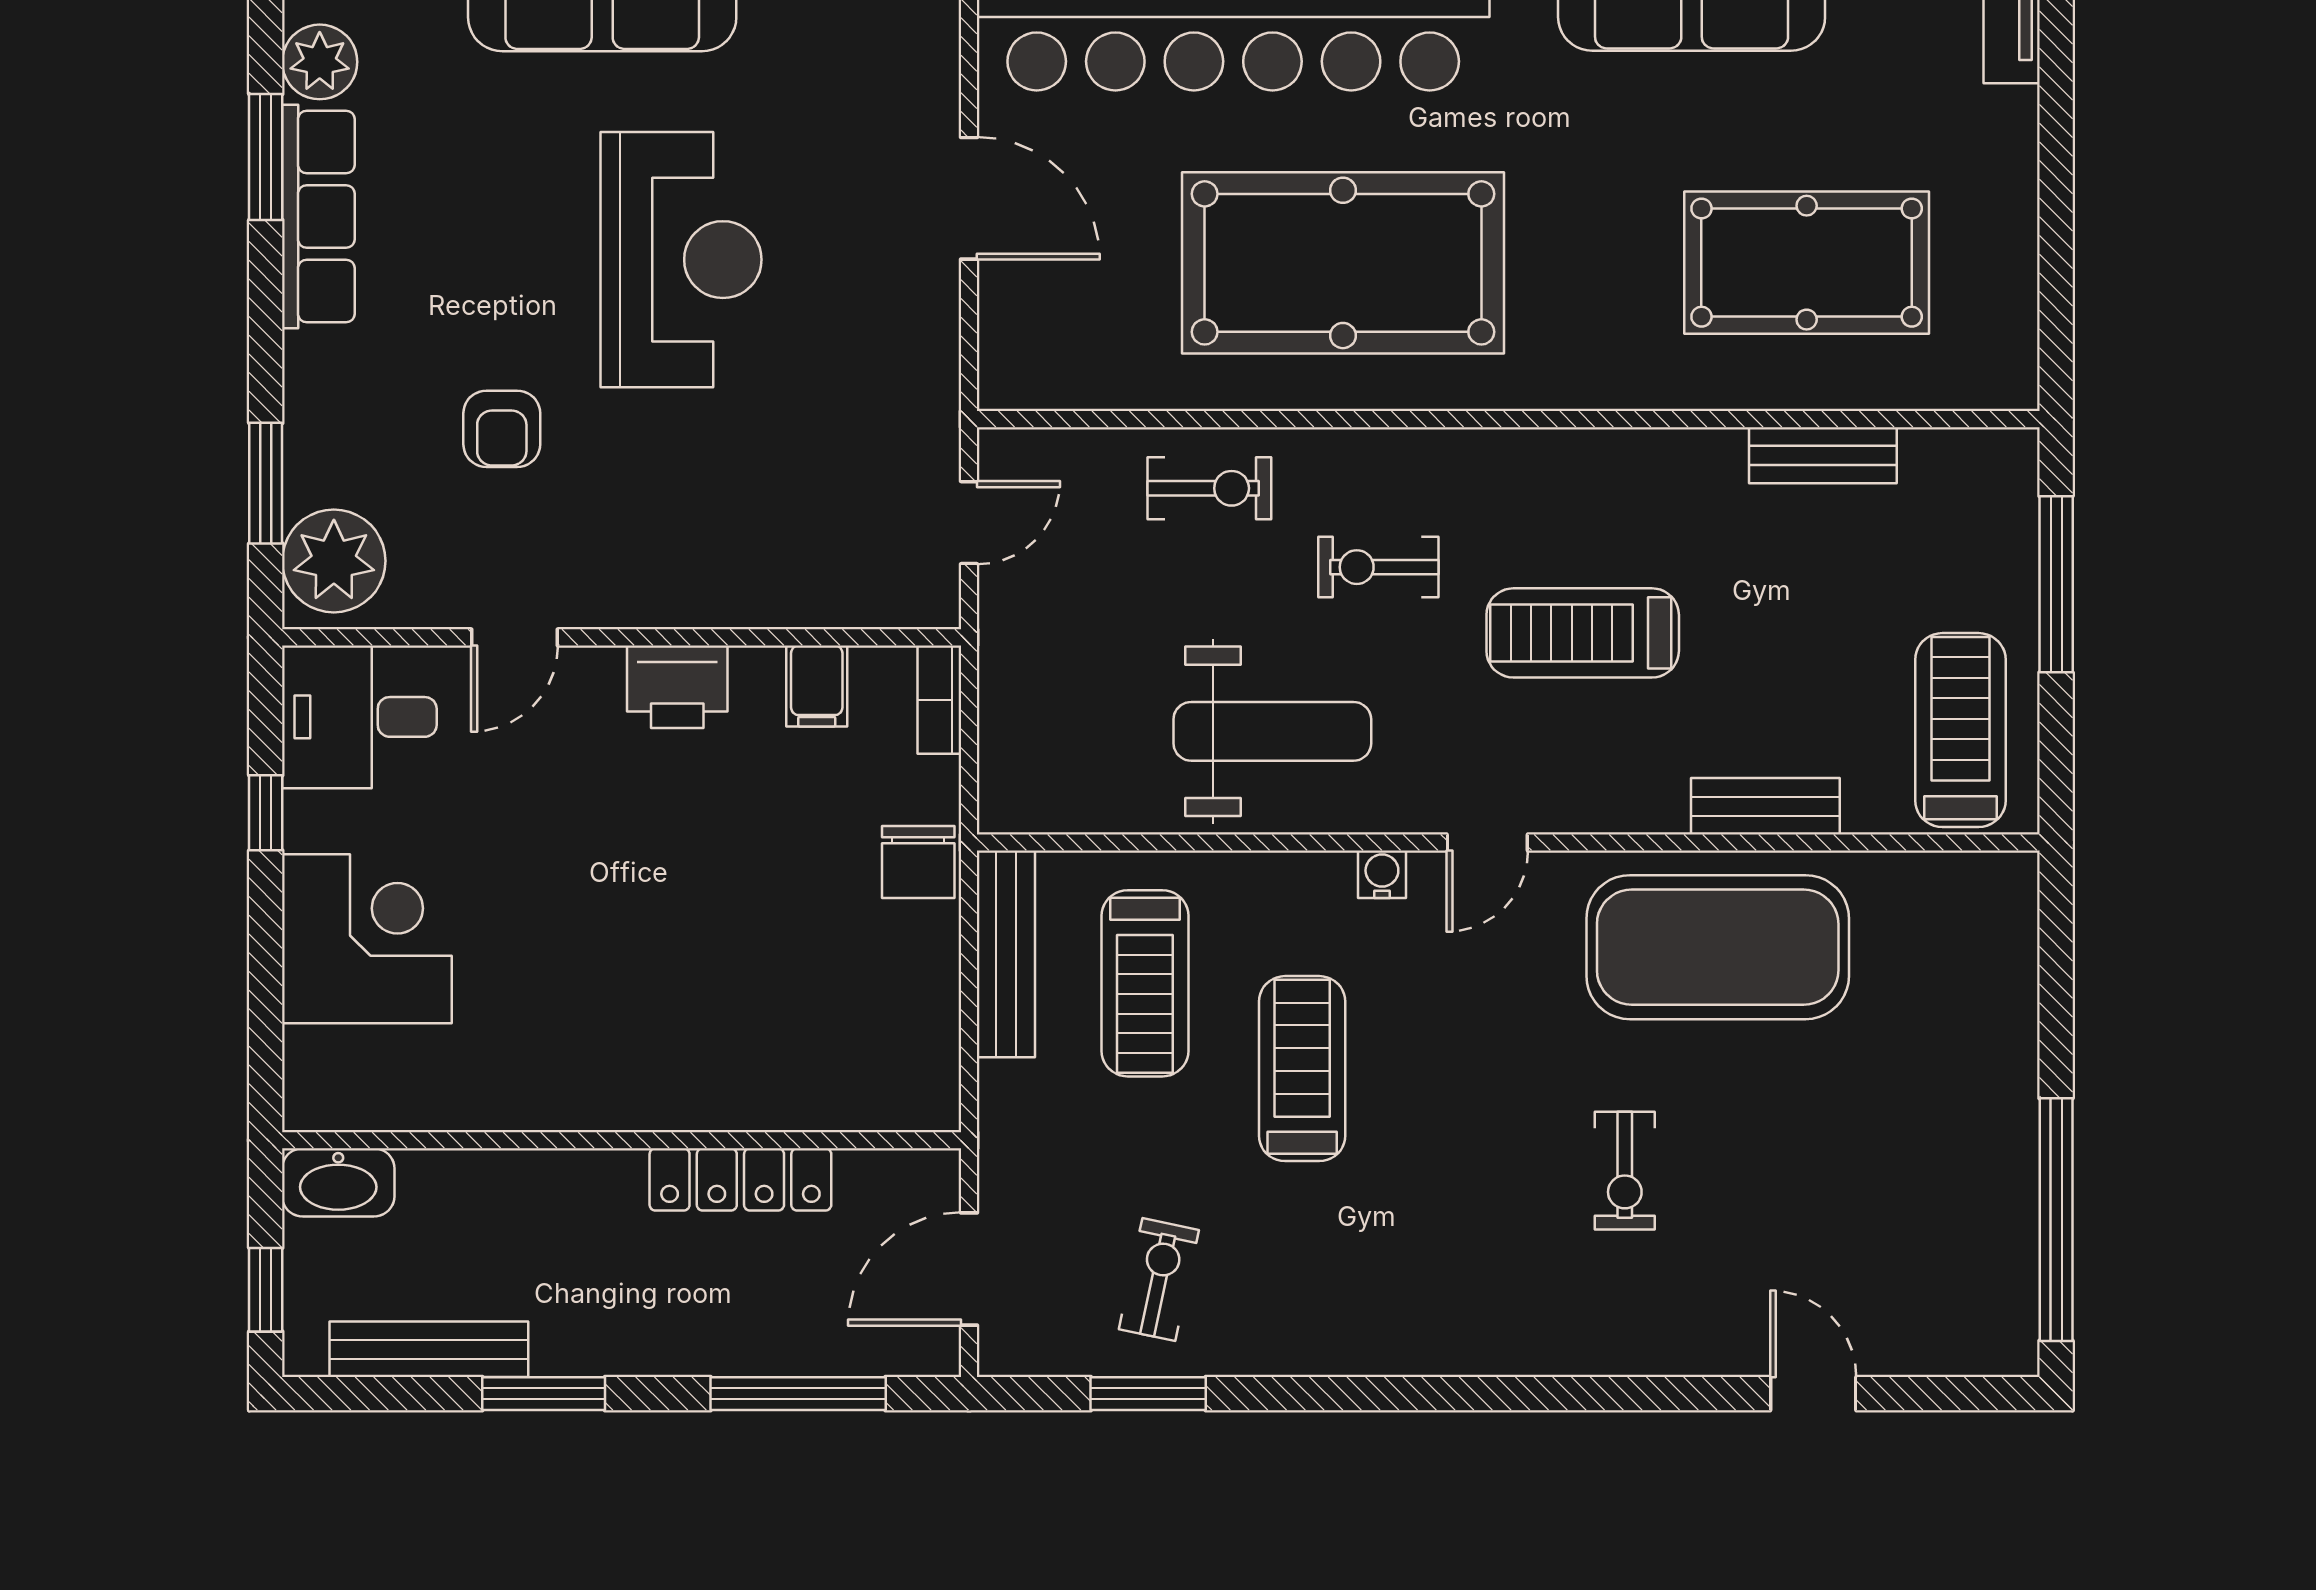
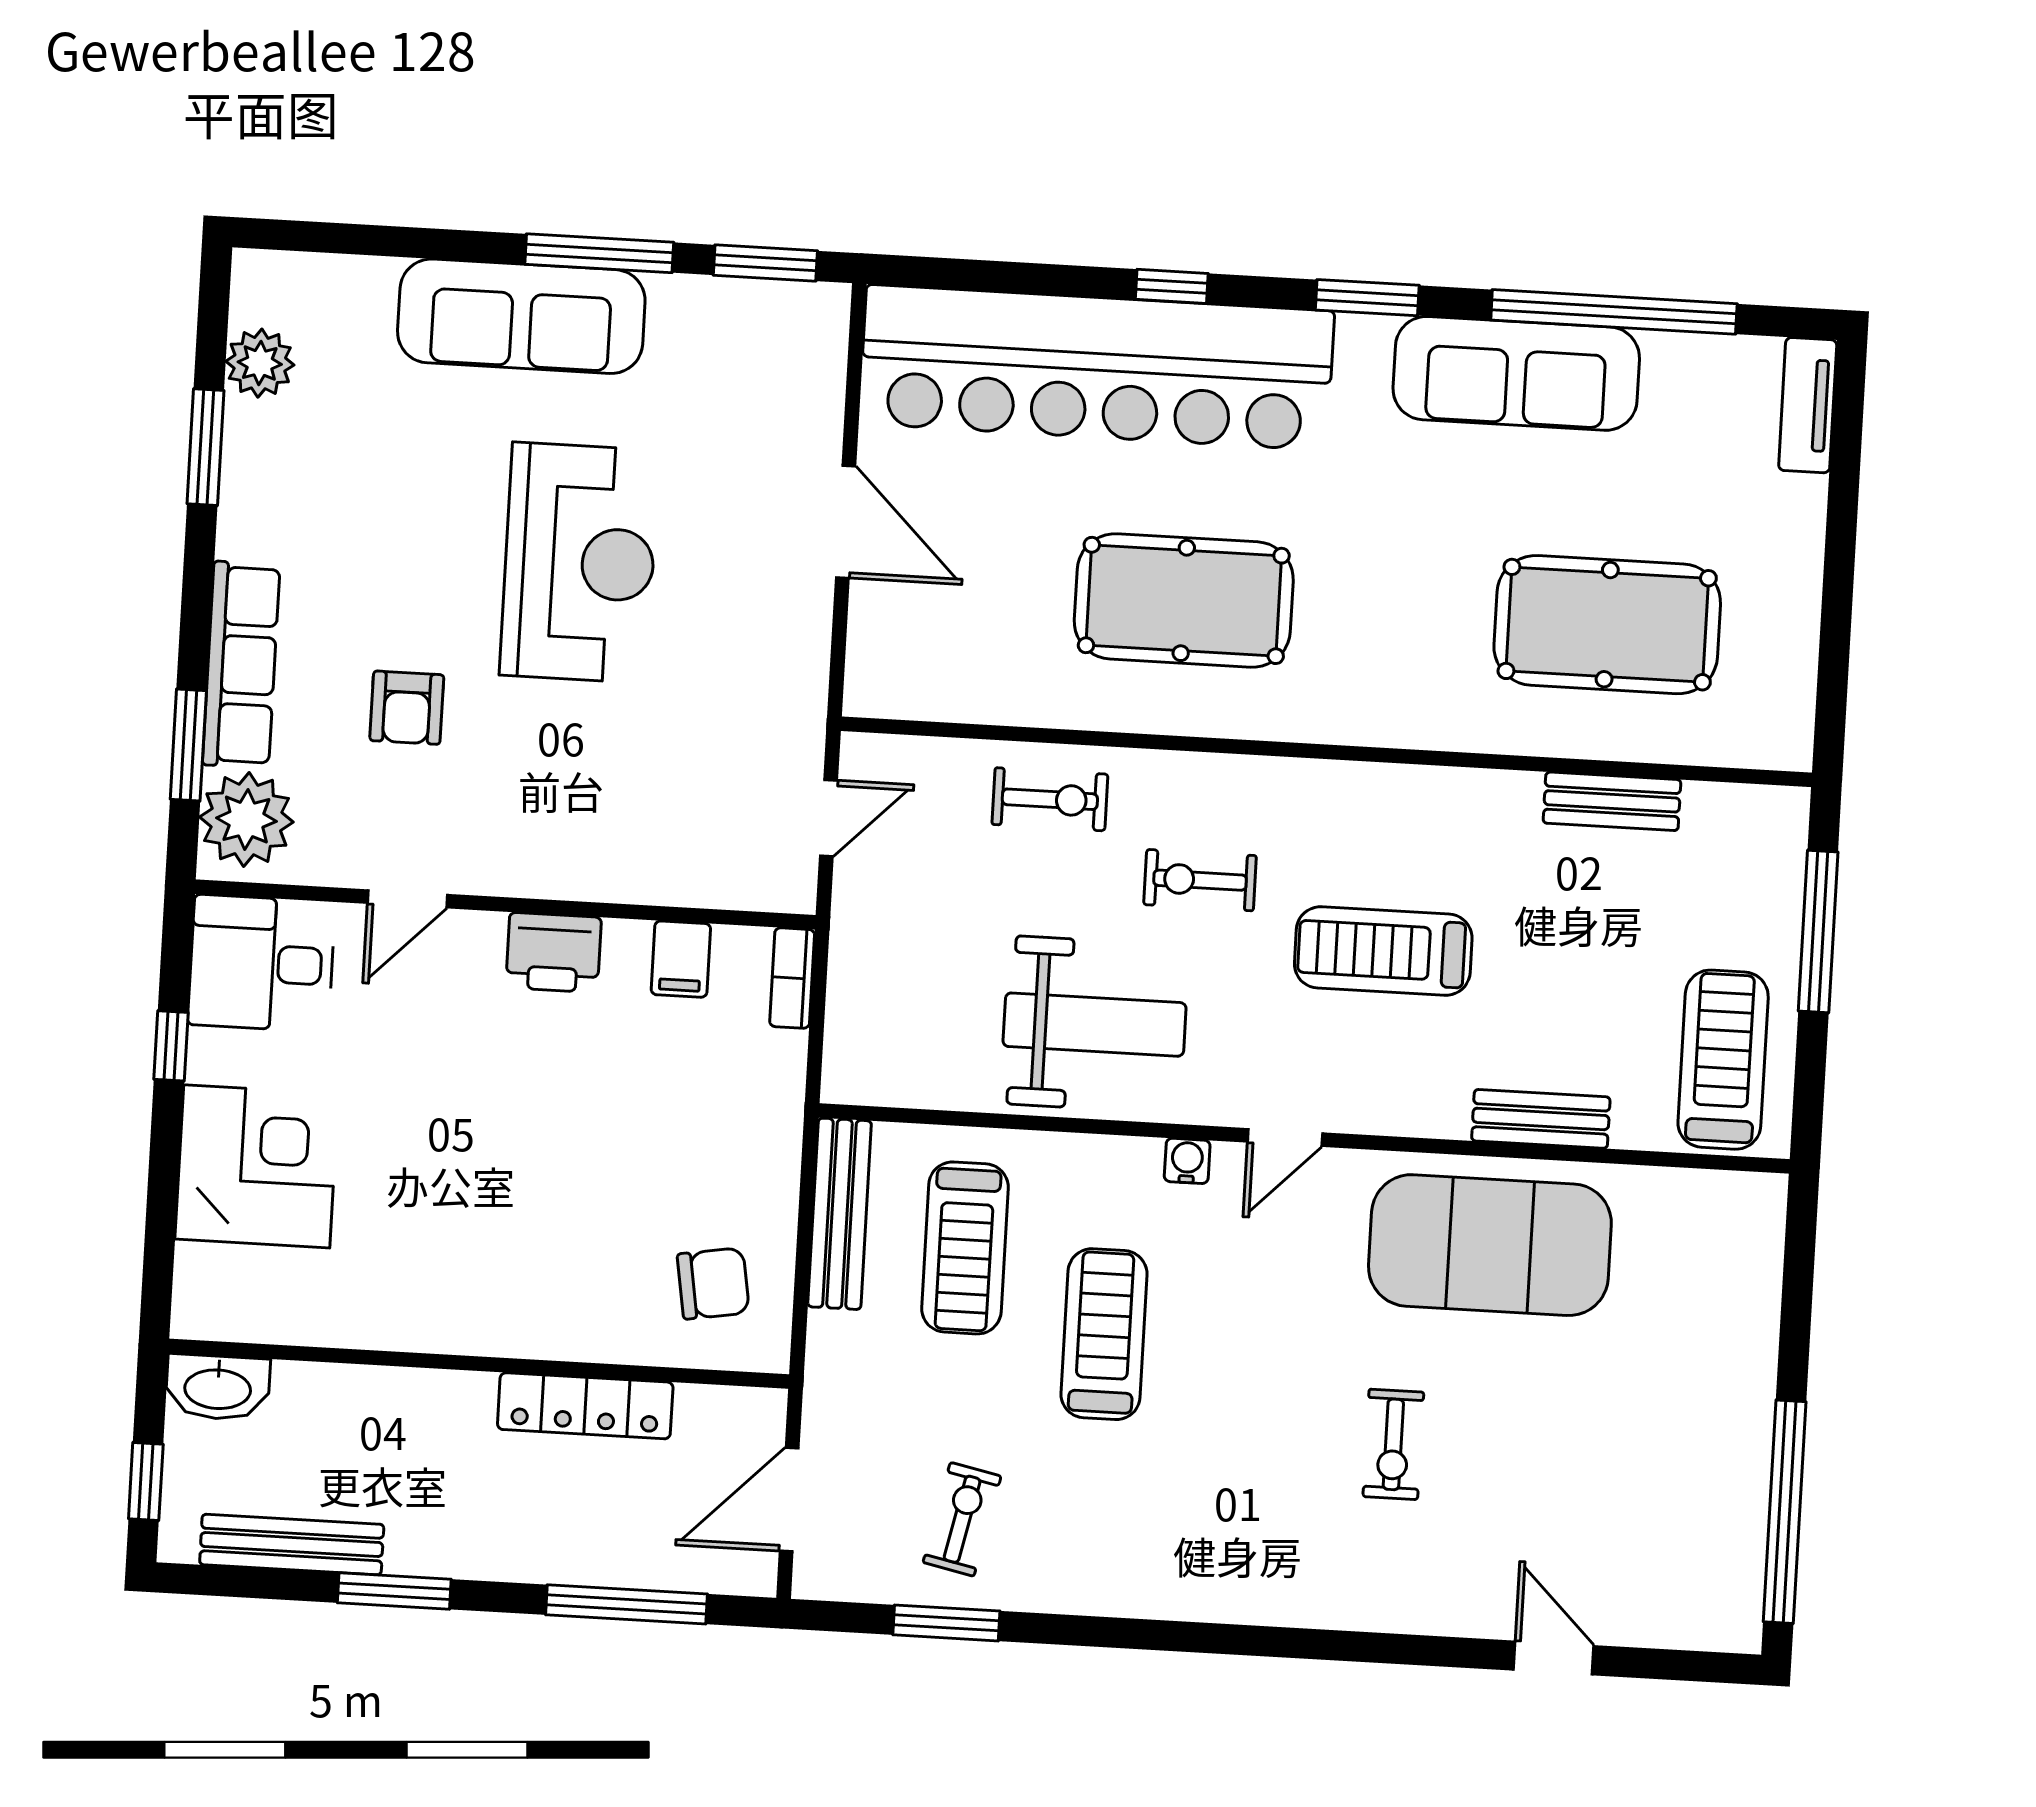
row of seats: (318, 216) -> (241, 665), moved
pool table: (1343, 263) -> (1184, 600), width x0.73, depth x0.76
chair: (918, 862) -> (713, 1283), moved, turned -99

